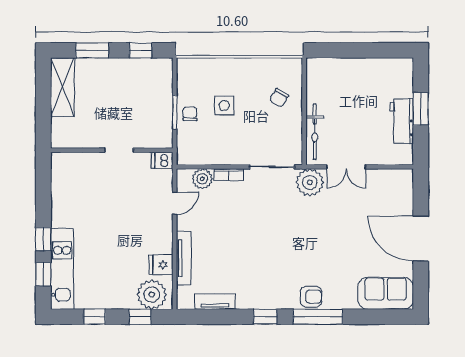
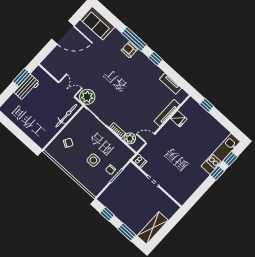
window: (421, 109) -> (22, 78), moved
door: (421, 239) -> (63, 32), hinge flipped
plant: (152, 294) -> (194, 110), removed
window: (95, 317) -> (225, 122), removed

